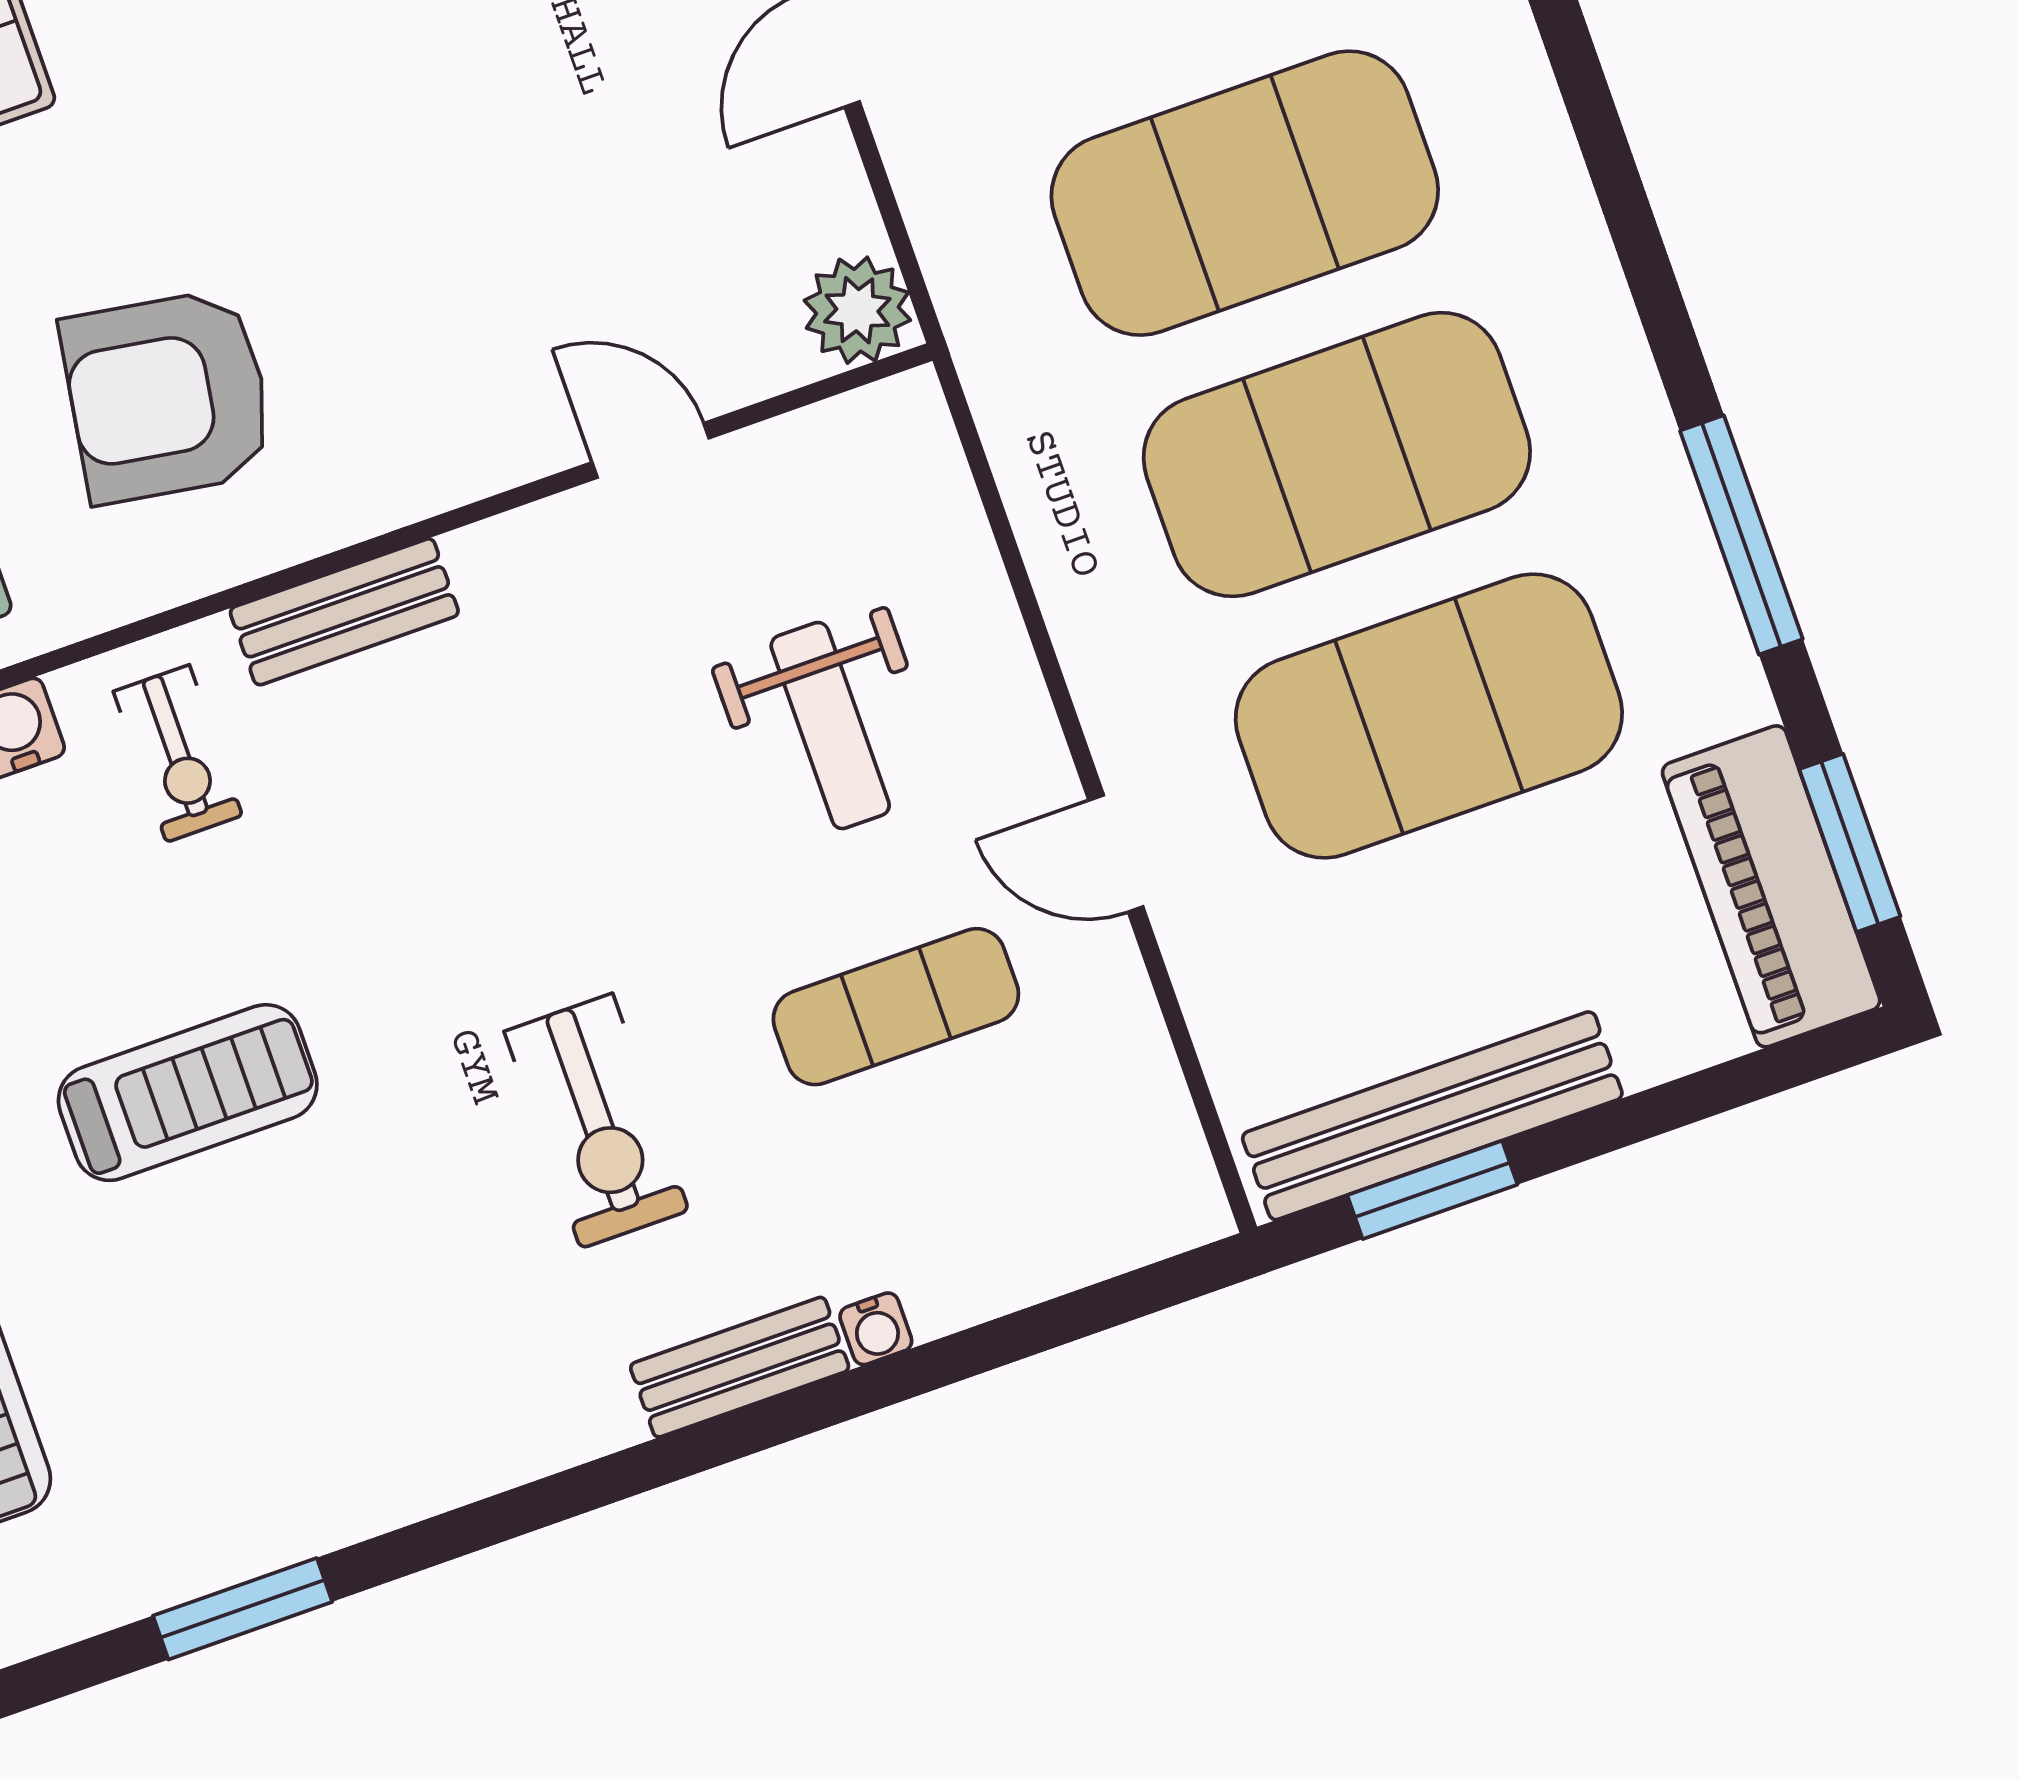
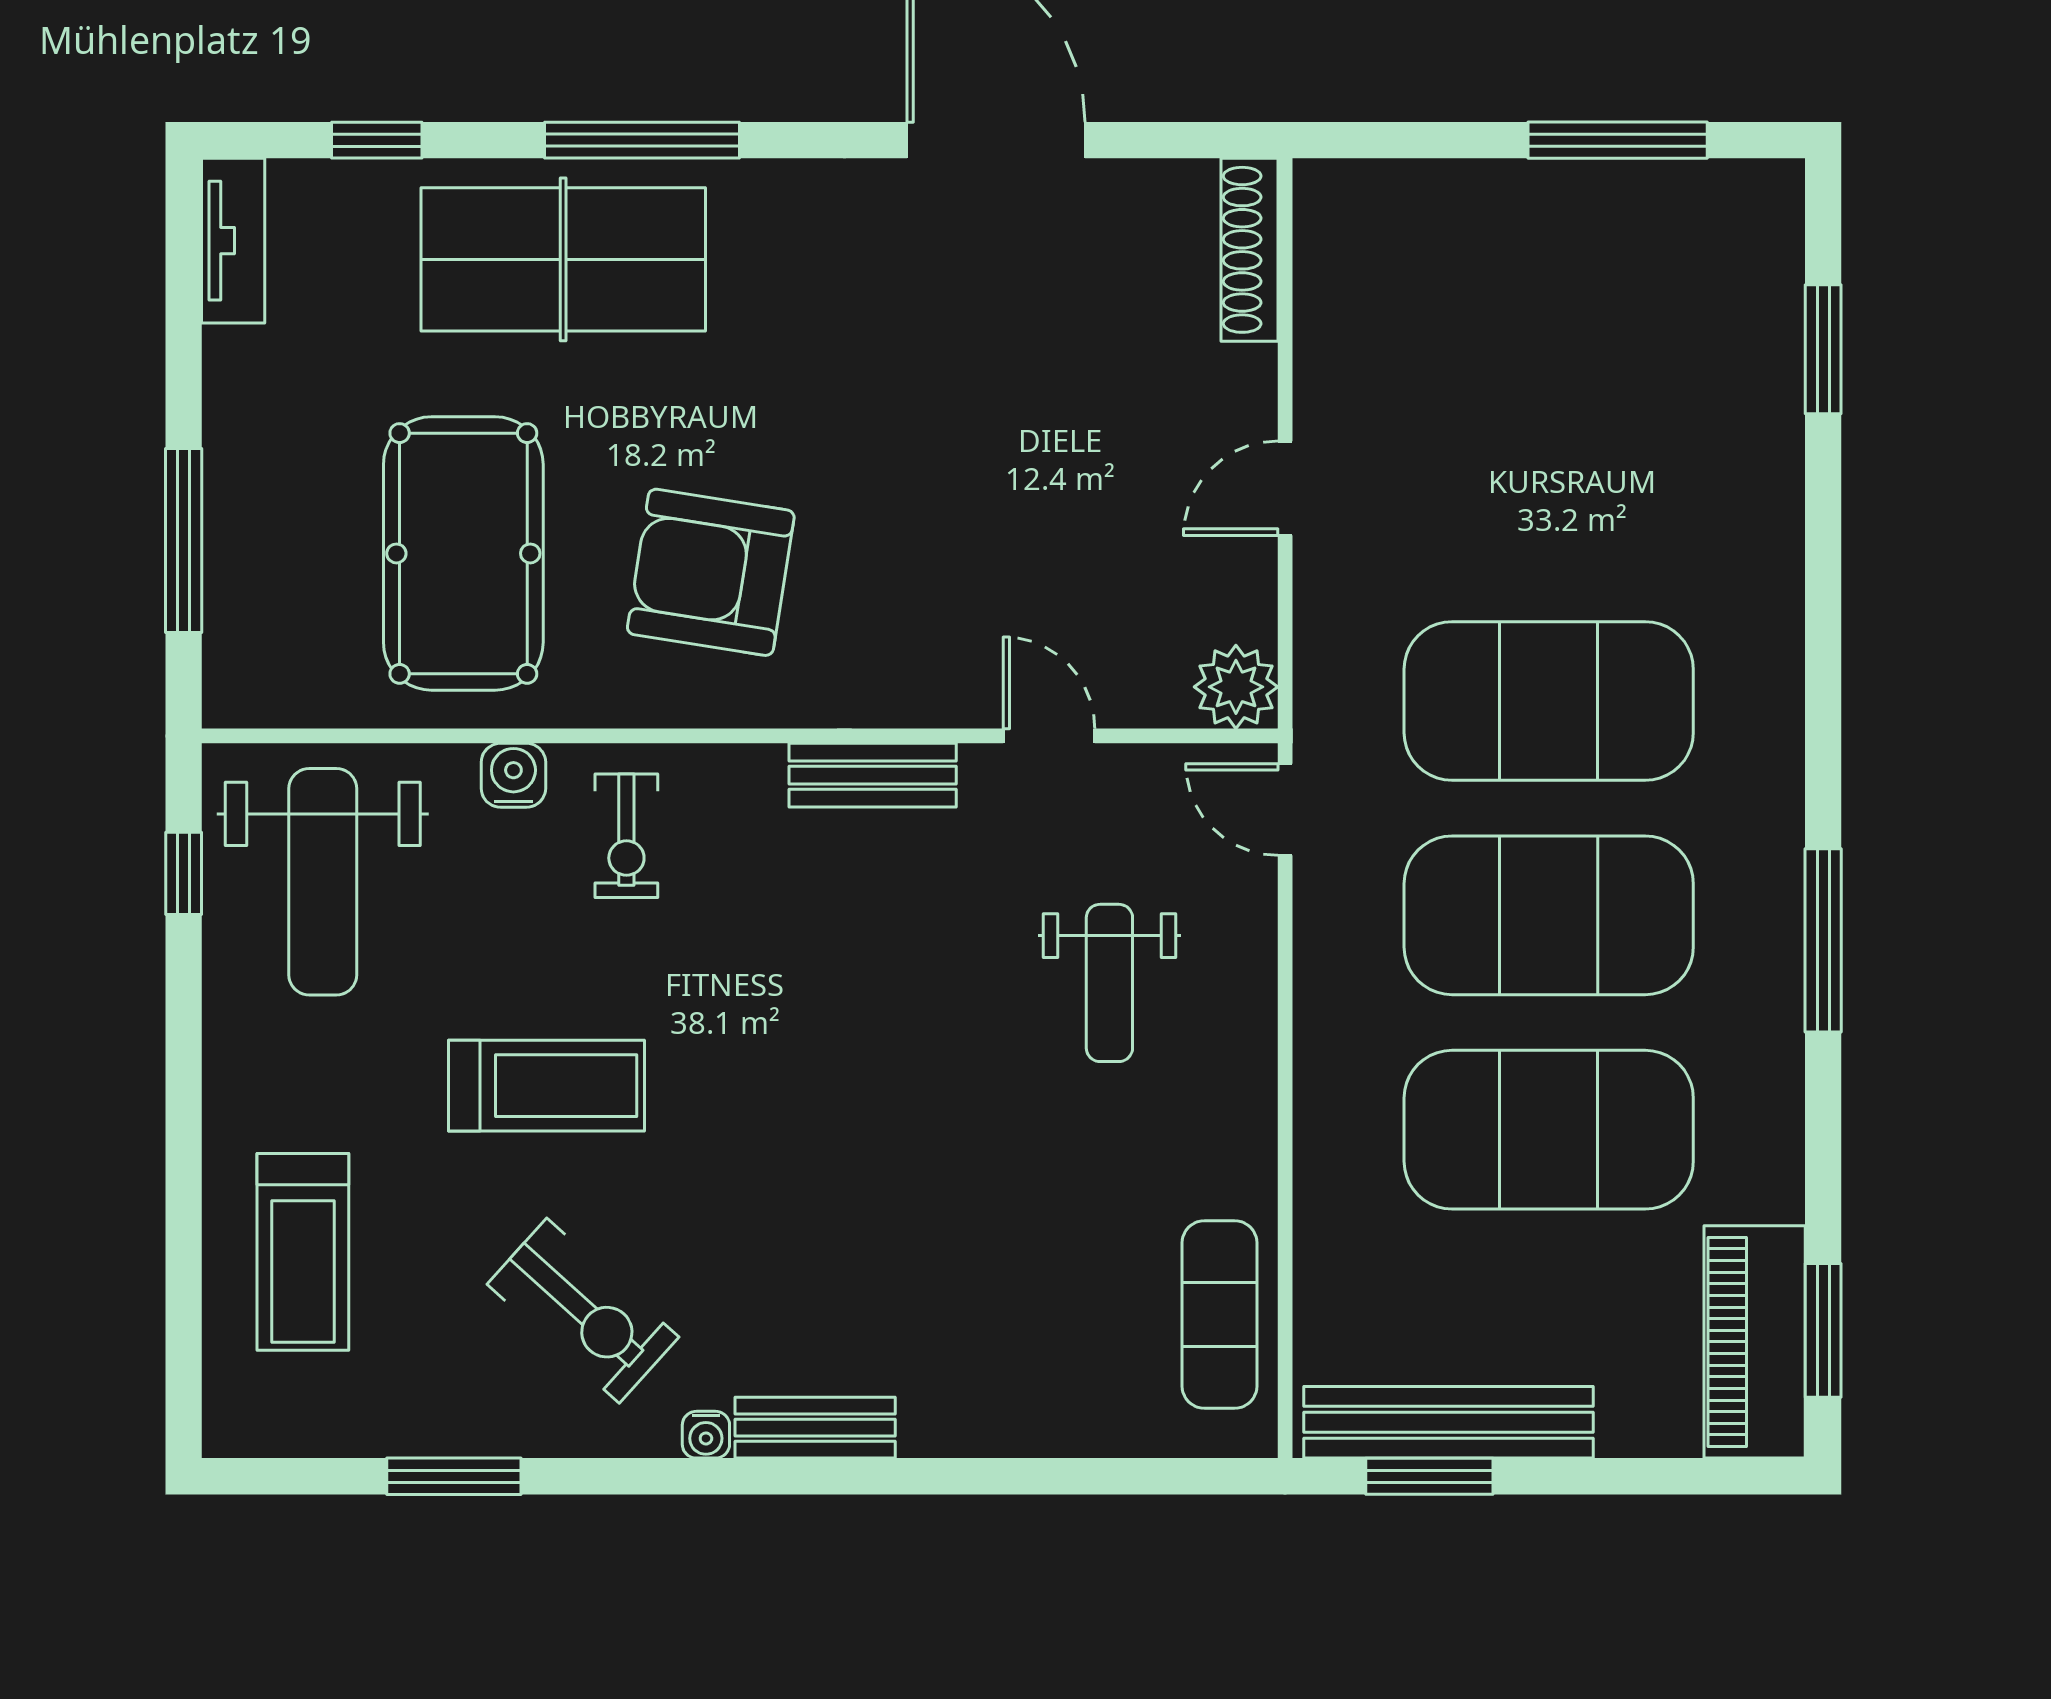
window: (1741, 535) -> (1823, 940), moved
bench: (344, 612) -> (873, 775), moved
door: (1116, 853) -> (1285, 809), moved
exercise mat: (896, 1007) -> (1220, 1315), moved, turned 90
exercise bike: (597, 1121) -> (583, 1311), moved, turned -48
water cooler: (876, 1329) -> (706, 1435), moved
bench: (740, 1367) -> (815, 1428), moved

